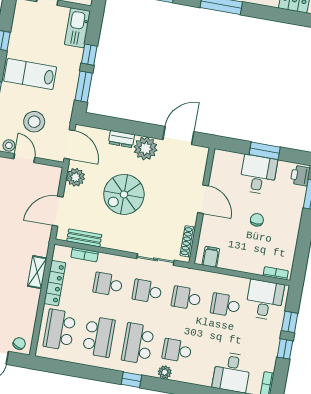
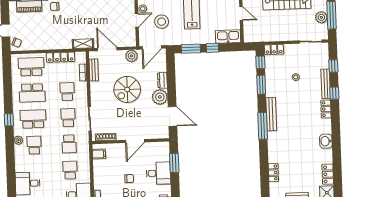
window: (265, 151) -> (174, 163), moved
spiral stairs: (124, 194) -> (127, 89), turned -90
shelving: (37, 272) -> (83, 44), moved
school desk: (186, 298) -> (69, 144), turned 180

